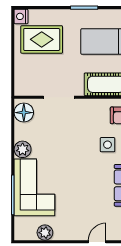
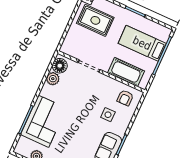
plant: (23, 149) -> (53, 79), moved

